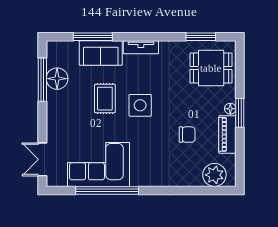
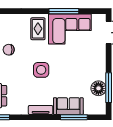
rug: (105, 99) -> (38, 29), moved
window: (107, 190) -> (64, 11), width x0.68

